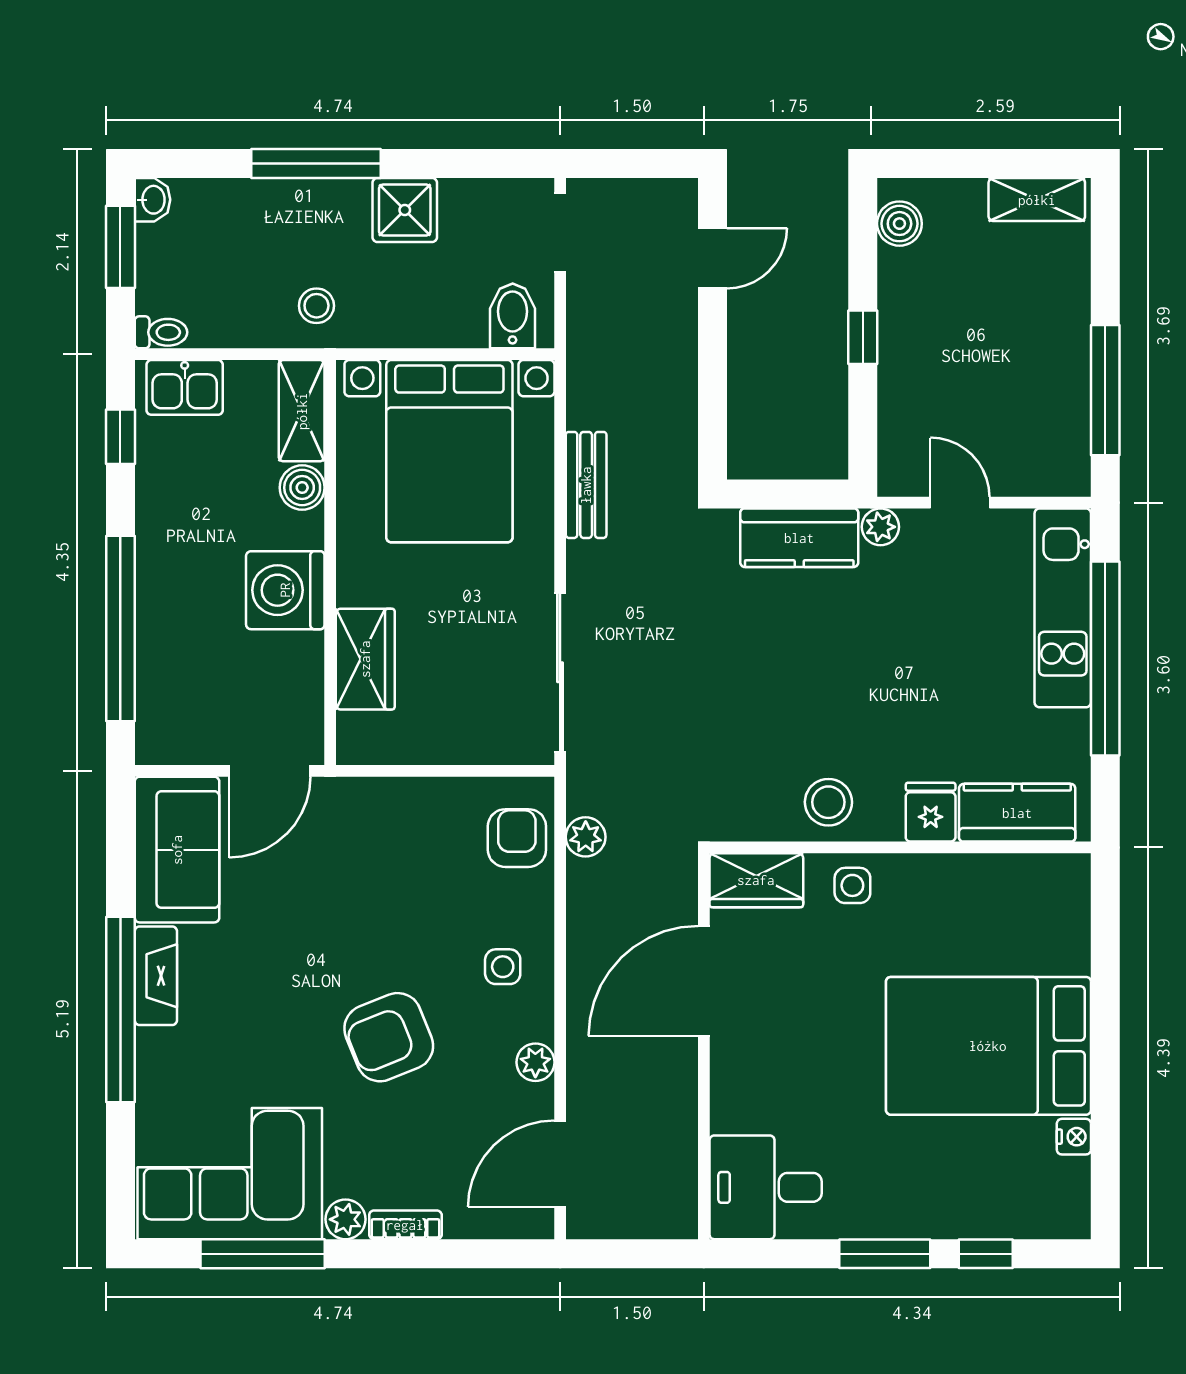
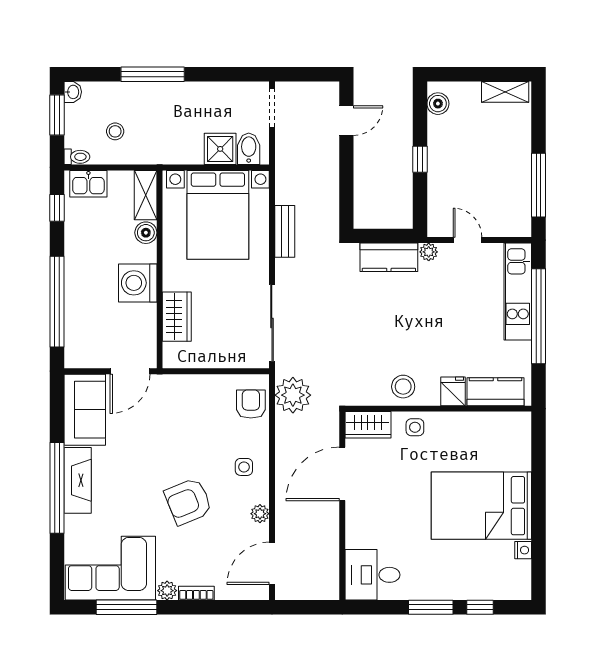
shower: (405, 210) -> (220, 149), moved
stool: (316, 306) -> (115, 131), moved
plant: (586, 837) -> (293, 395), width x1.87, depth x1.87
fireplace: (156, 976) -> (78, 480), width x1.37, depth x1.32

